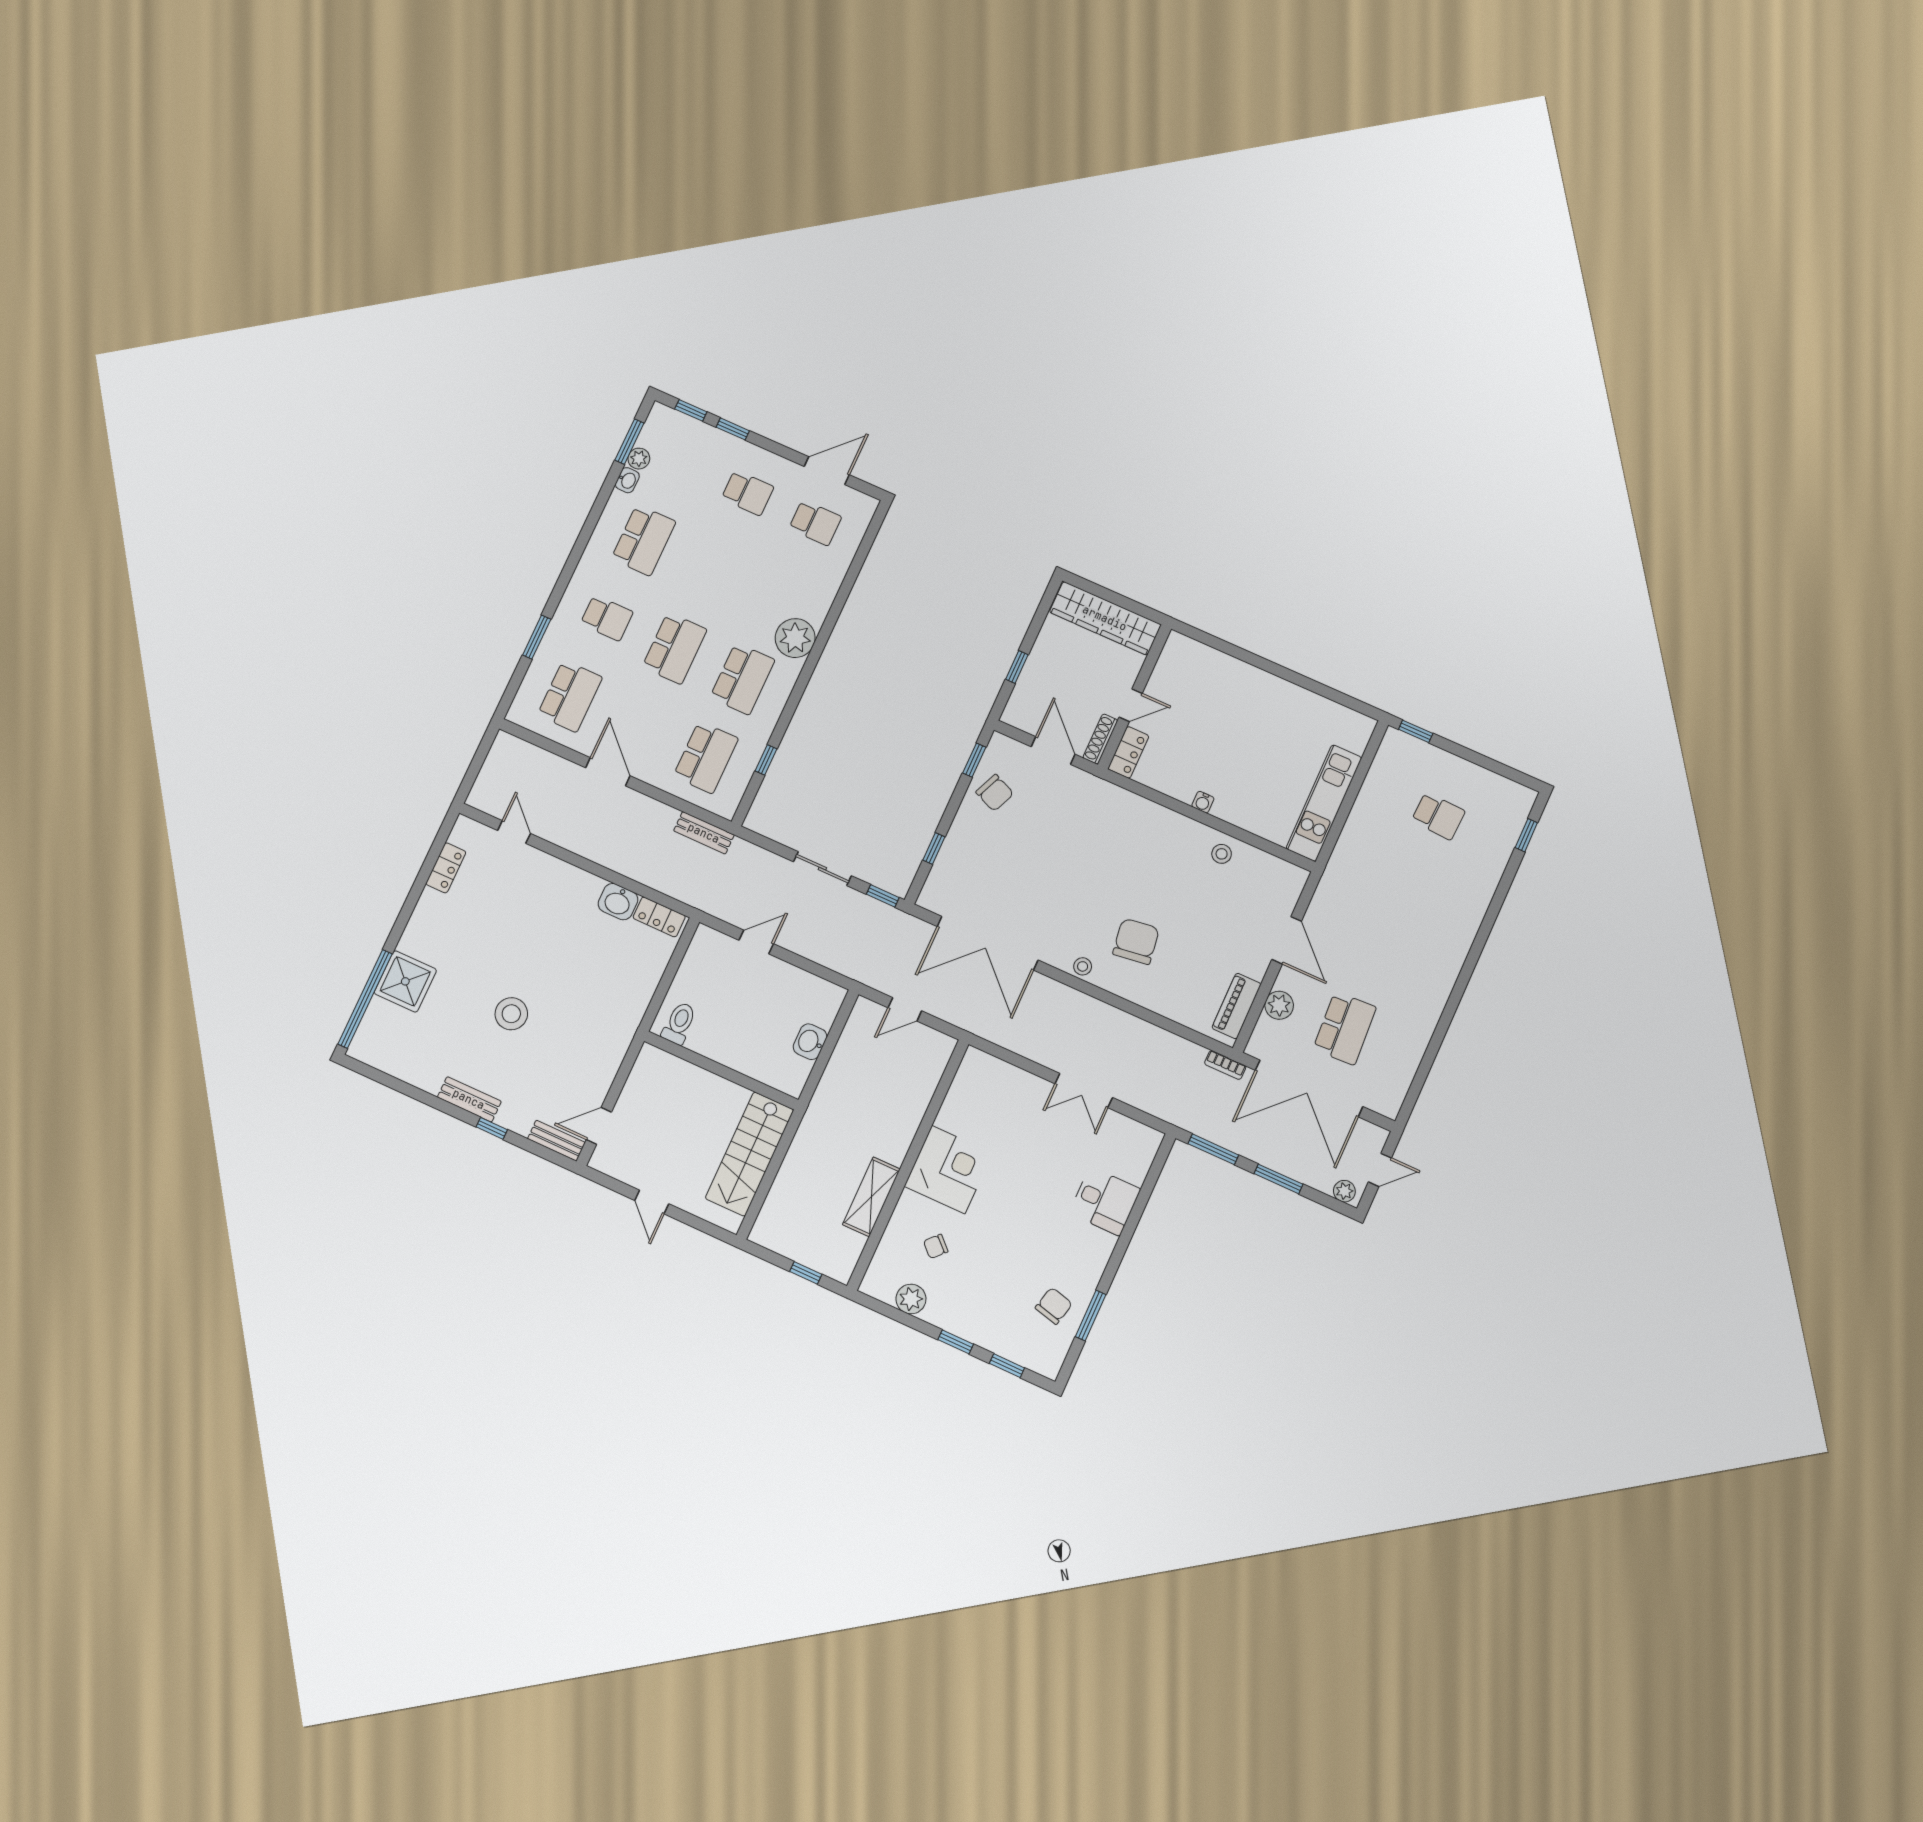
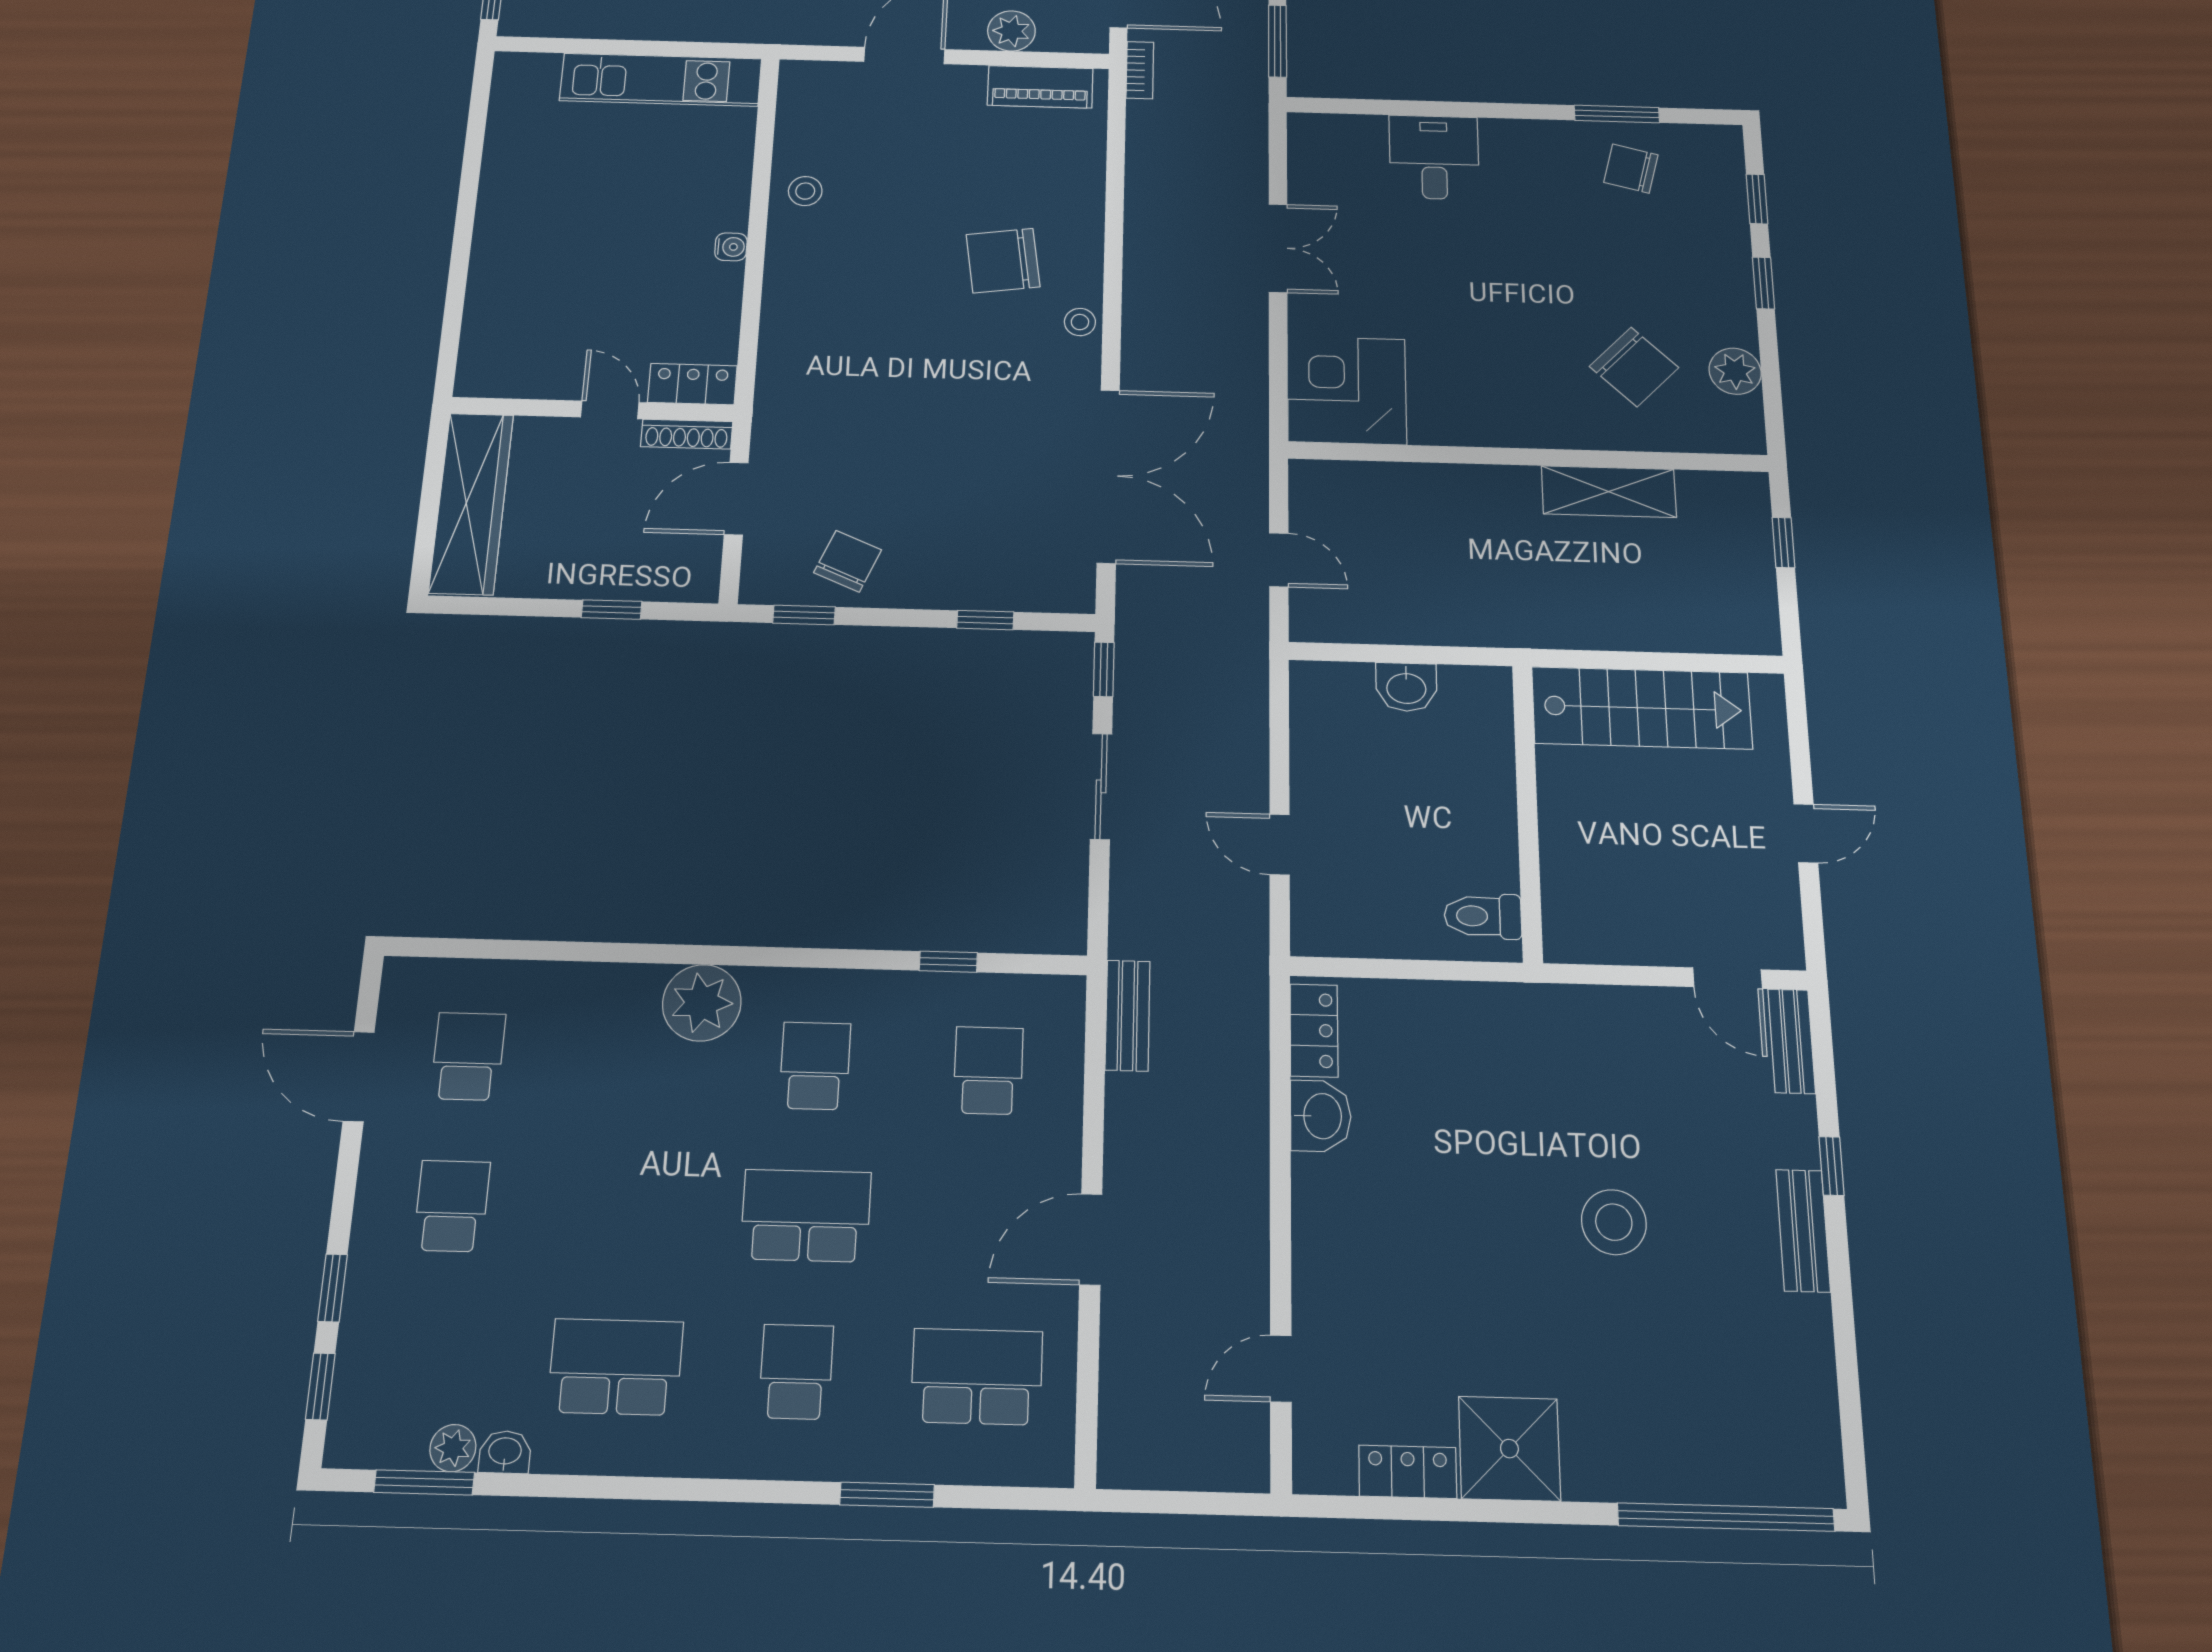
school desk: (742, 679) -> (815, 1066), width x0.54
school desk: (706, 757) -> (988, 1070), width x0.54
shower: (405, 981) -> (1509, 1449), moved
corner desk: (948, 1170) -> (1347, 390), moved
chair: (936, 1246) -> (1634, 367), width x1.87, depth x1.87

